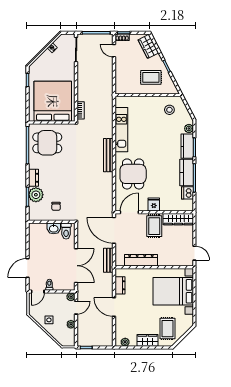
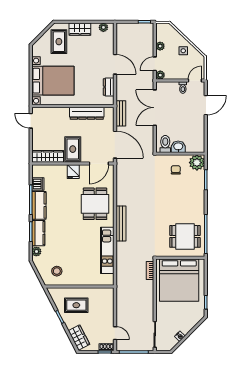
dresser: (33, 178) -> (200, 200), removed
plant: (36, 195) -> (197, 163), moved

